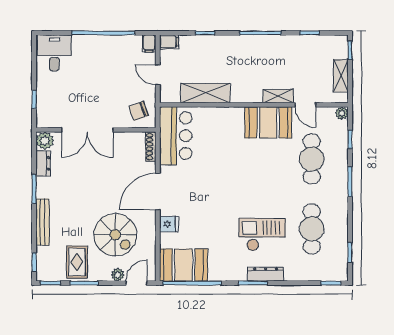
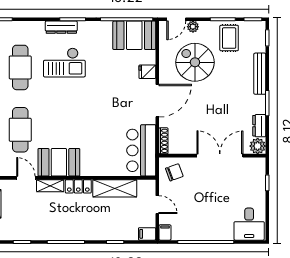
locker: (246, 95) -> (78, 186), added

